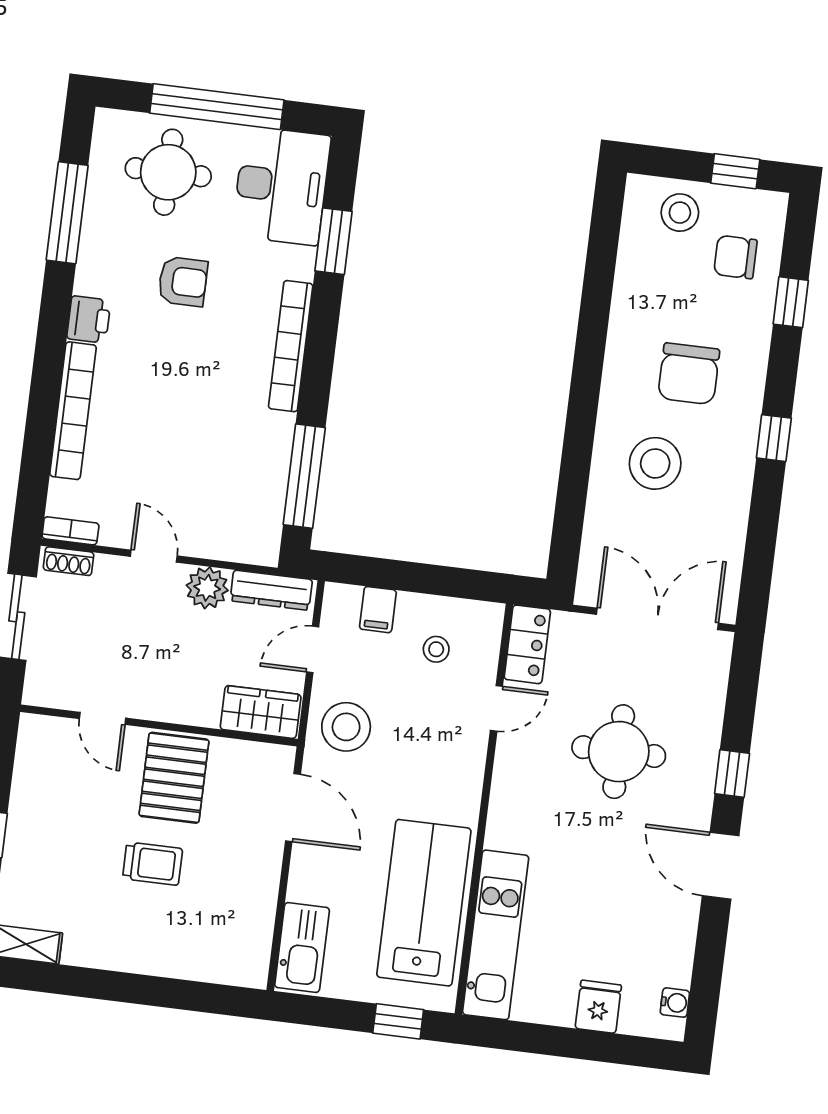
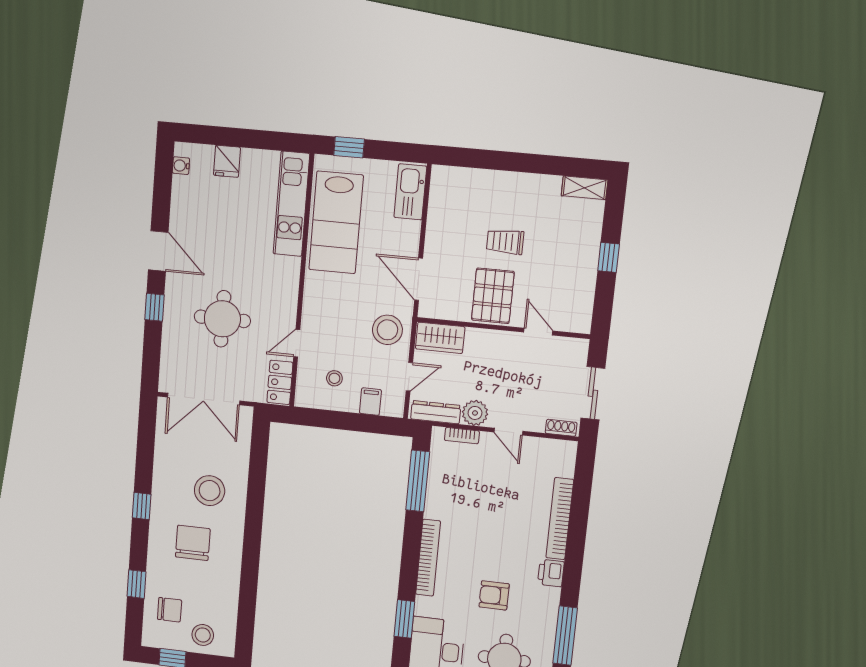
bookcase: (70, 531) -> (462, 436), moved

